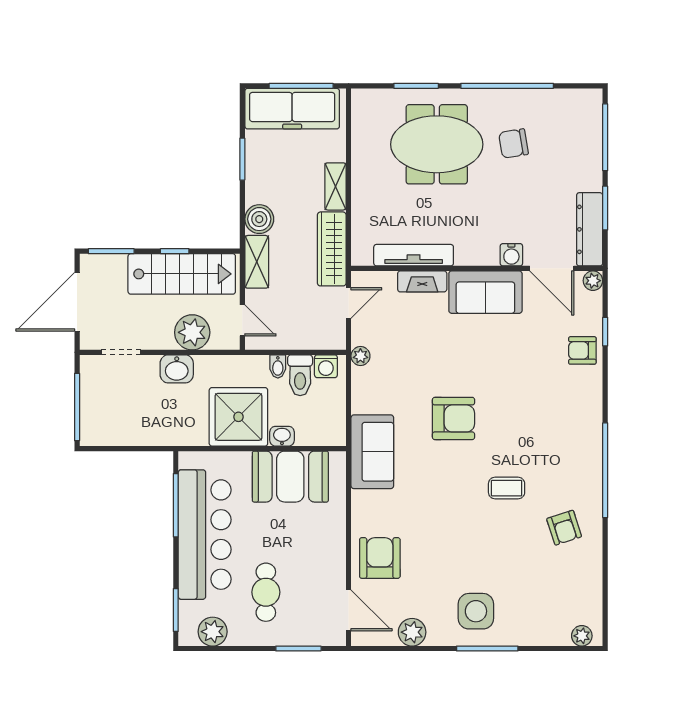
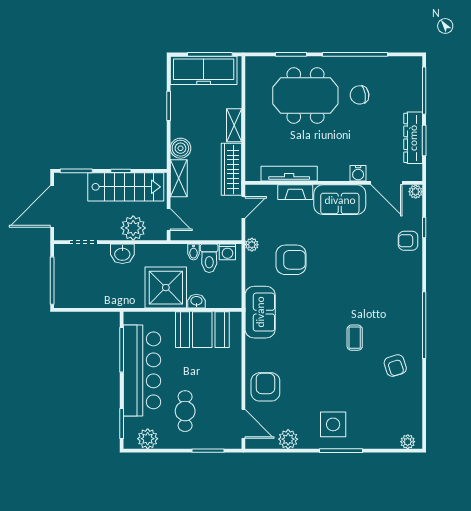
dresser: (590, 229) -> (413, 138), moved
armchair: (453, 418) -> (291, 260), moved
coffee table: (507, 488) -> (355, 338), turned 90

